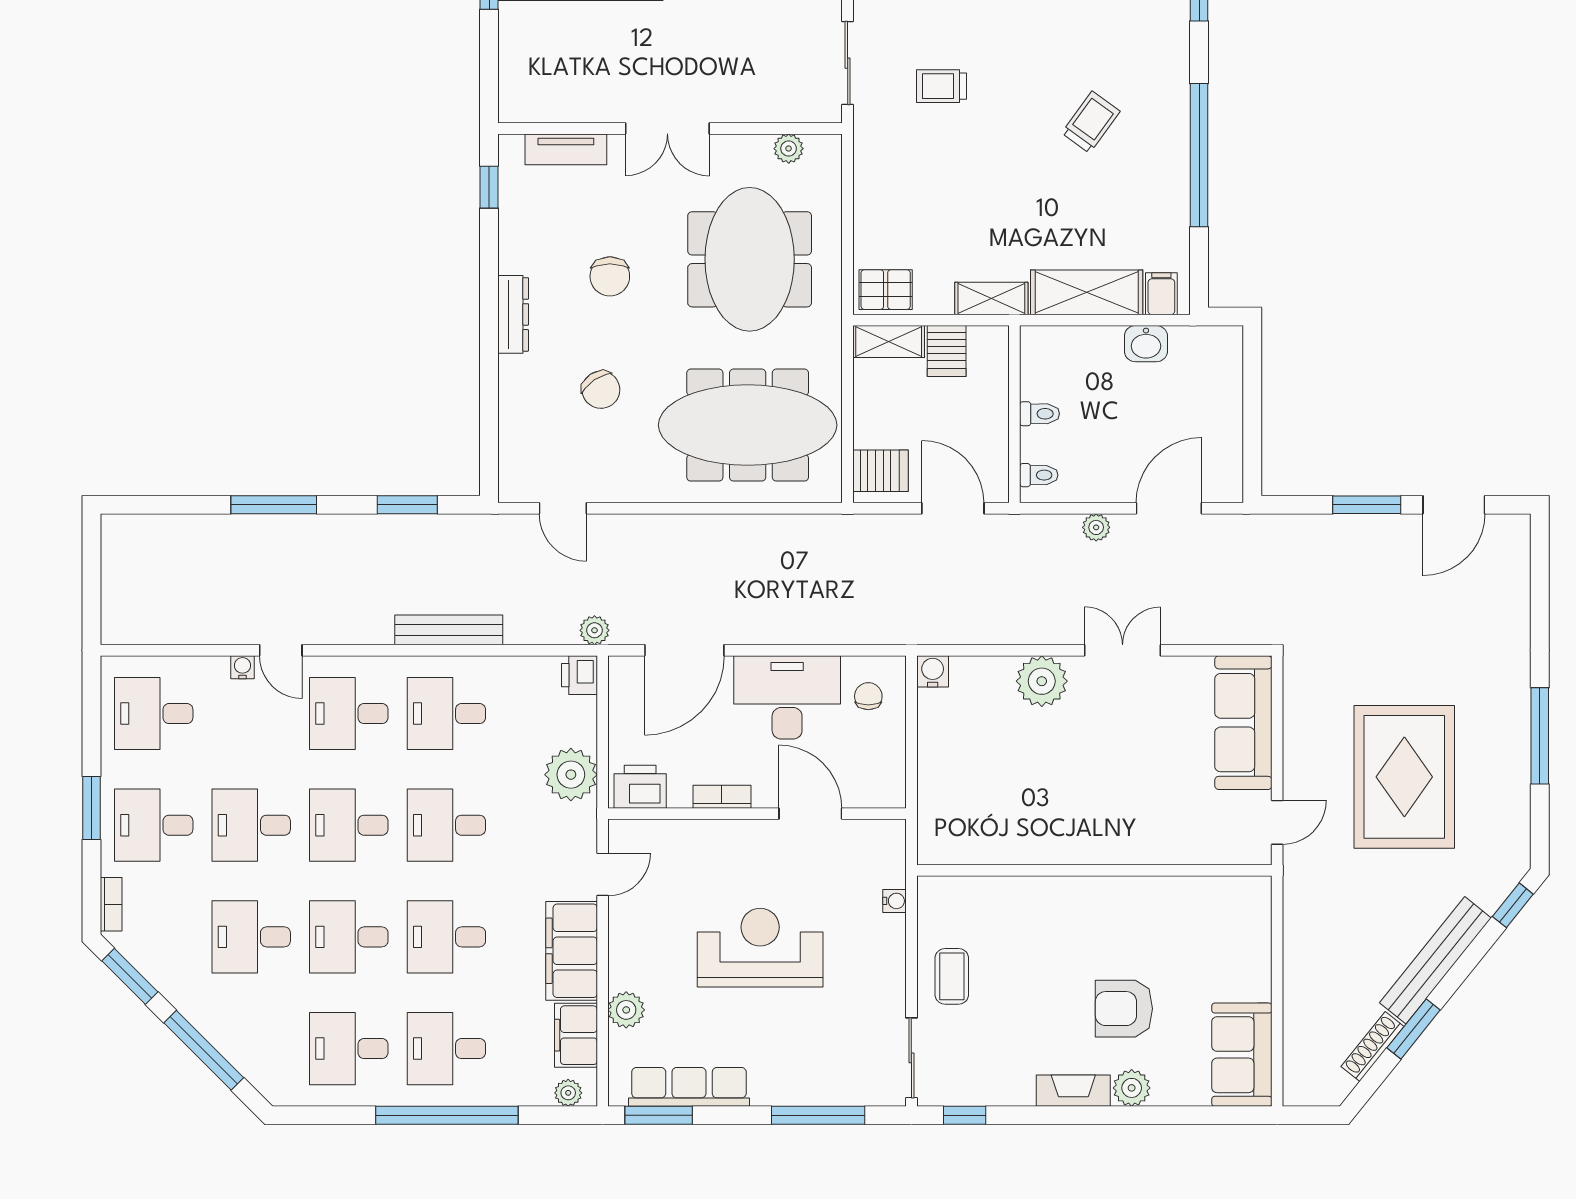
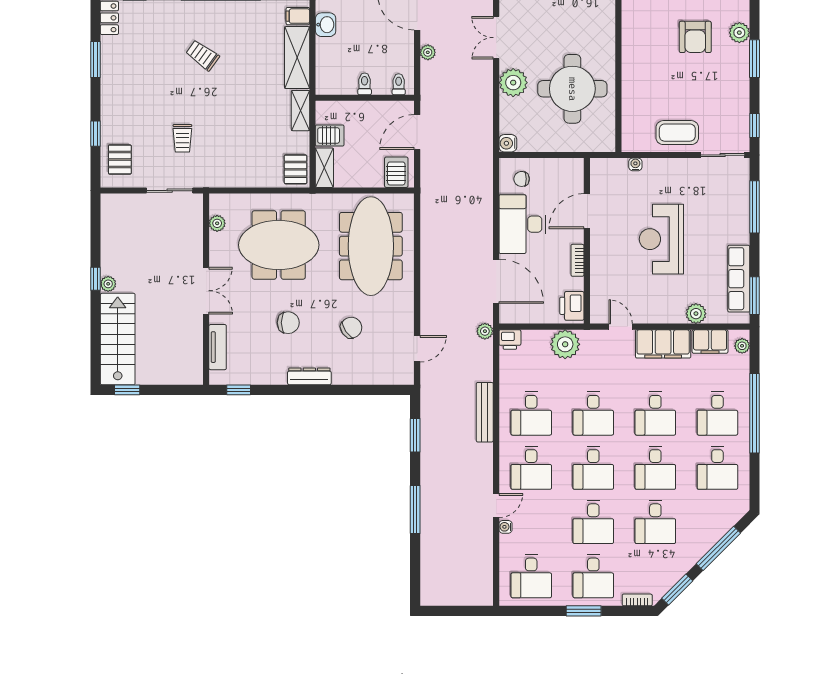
round table: (1031, 788) -> (572, 89), added
coffee table: (952, 976) -> (677, 133), width x1.36, depth x1.30
fireplace: (1073, 1091) -> (741, 65), removed
window: (1085, 1115) -> (755, 59), added

